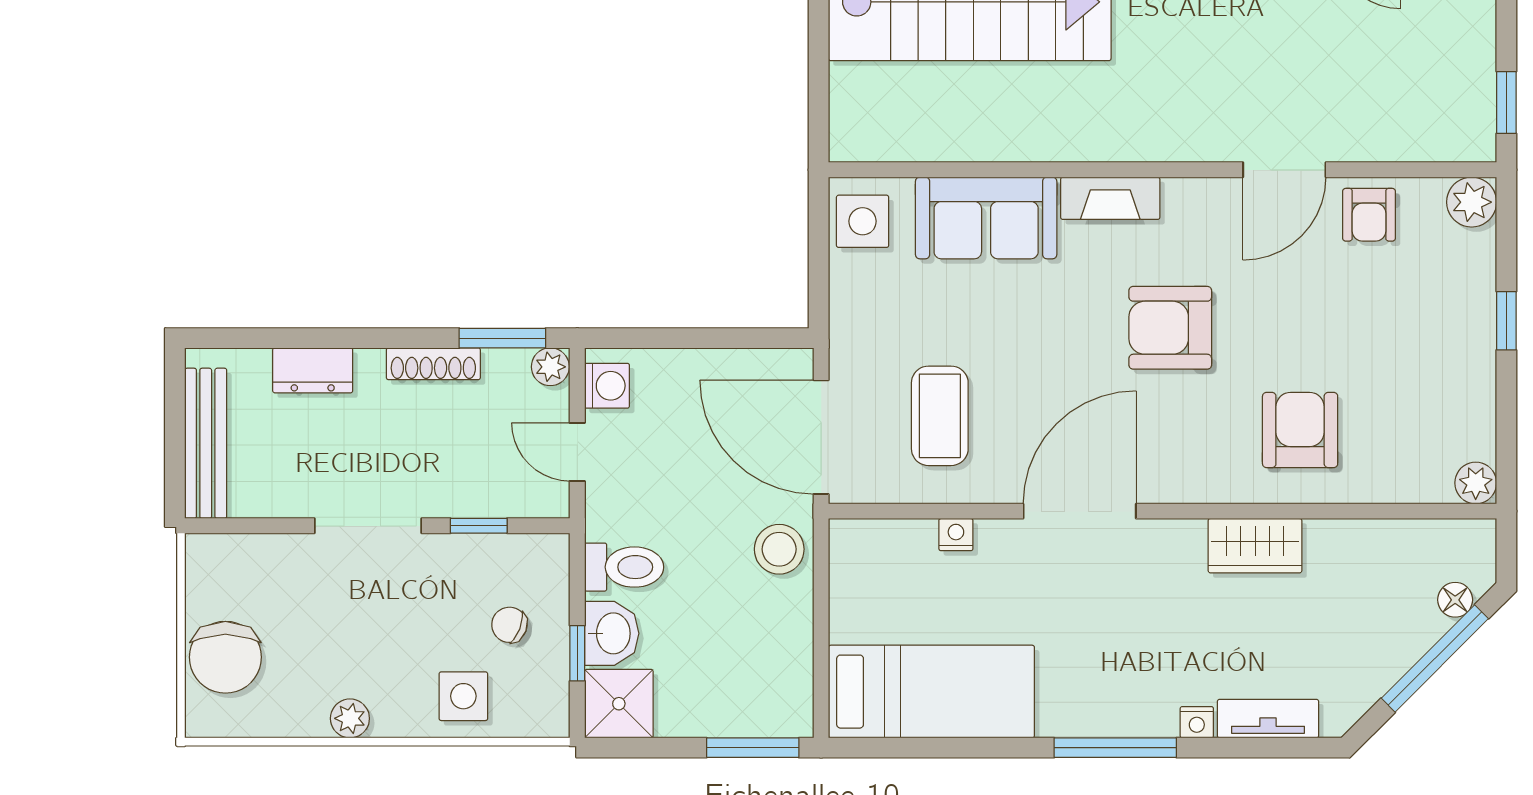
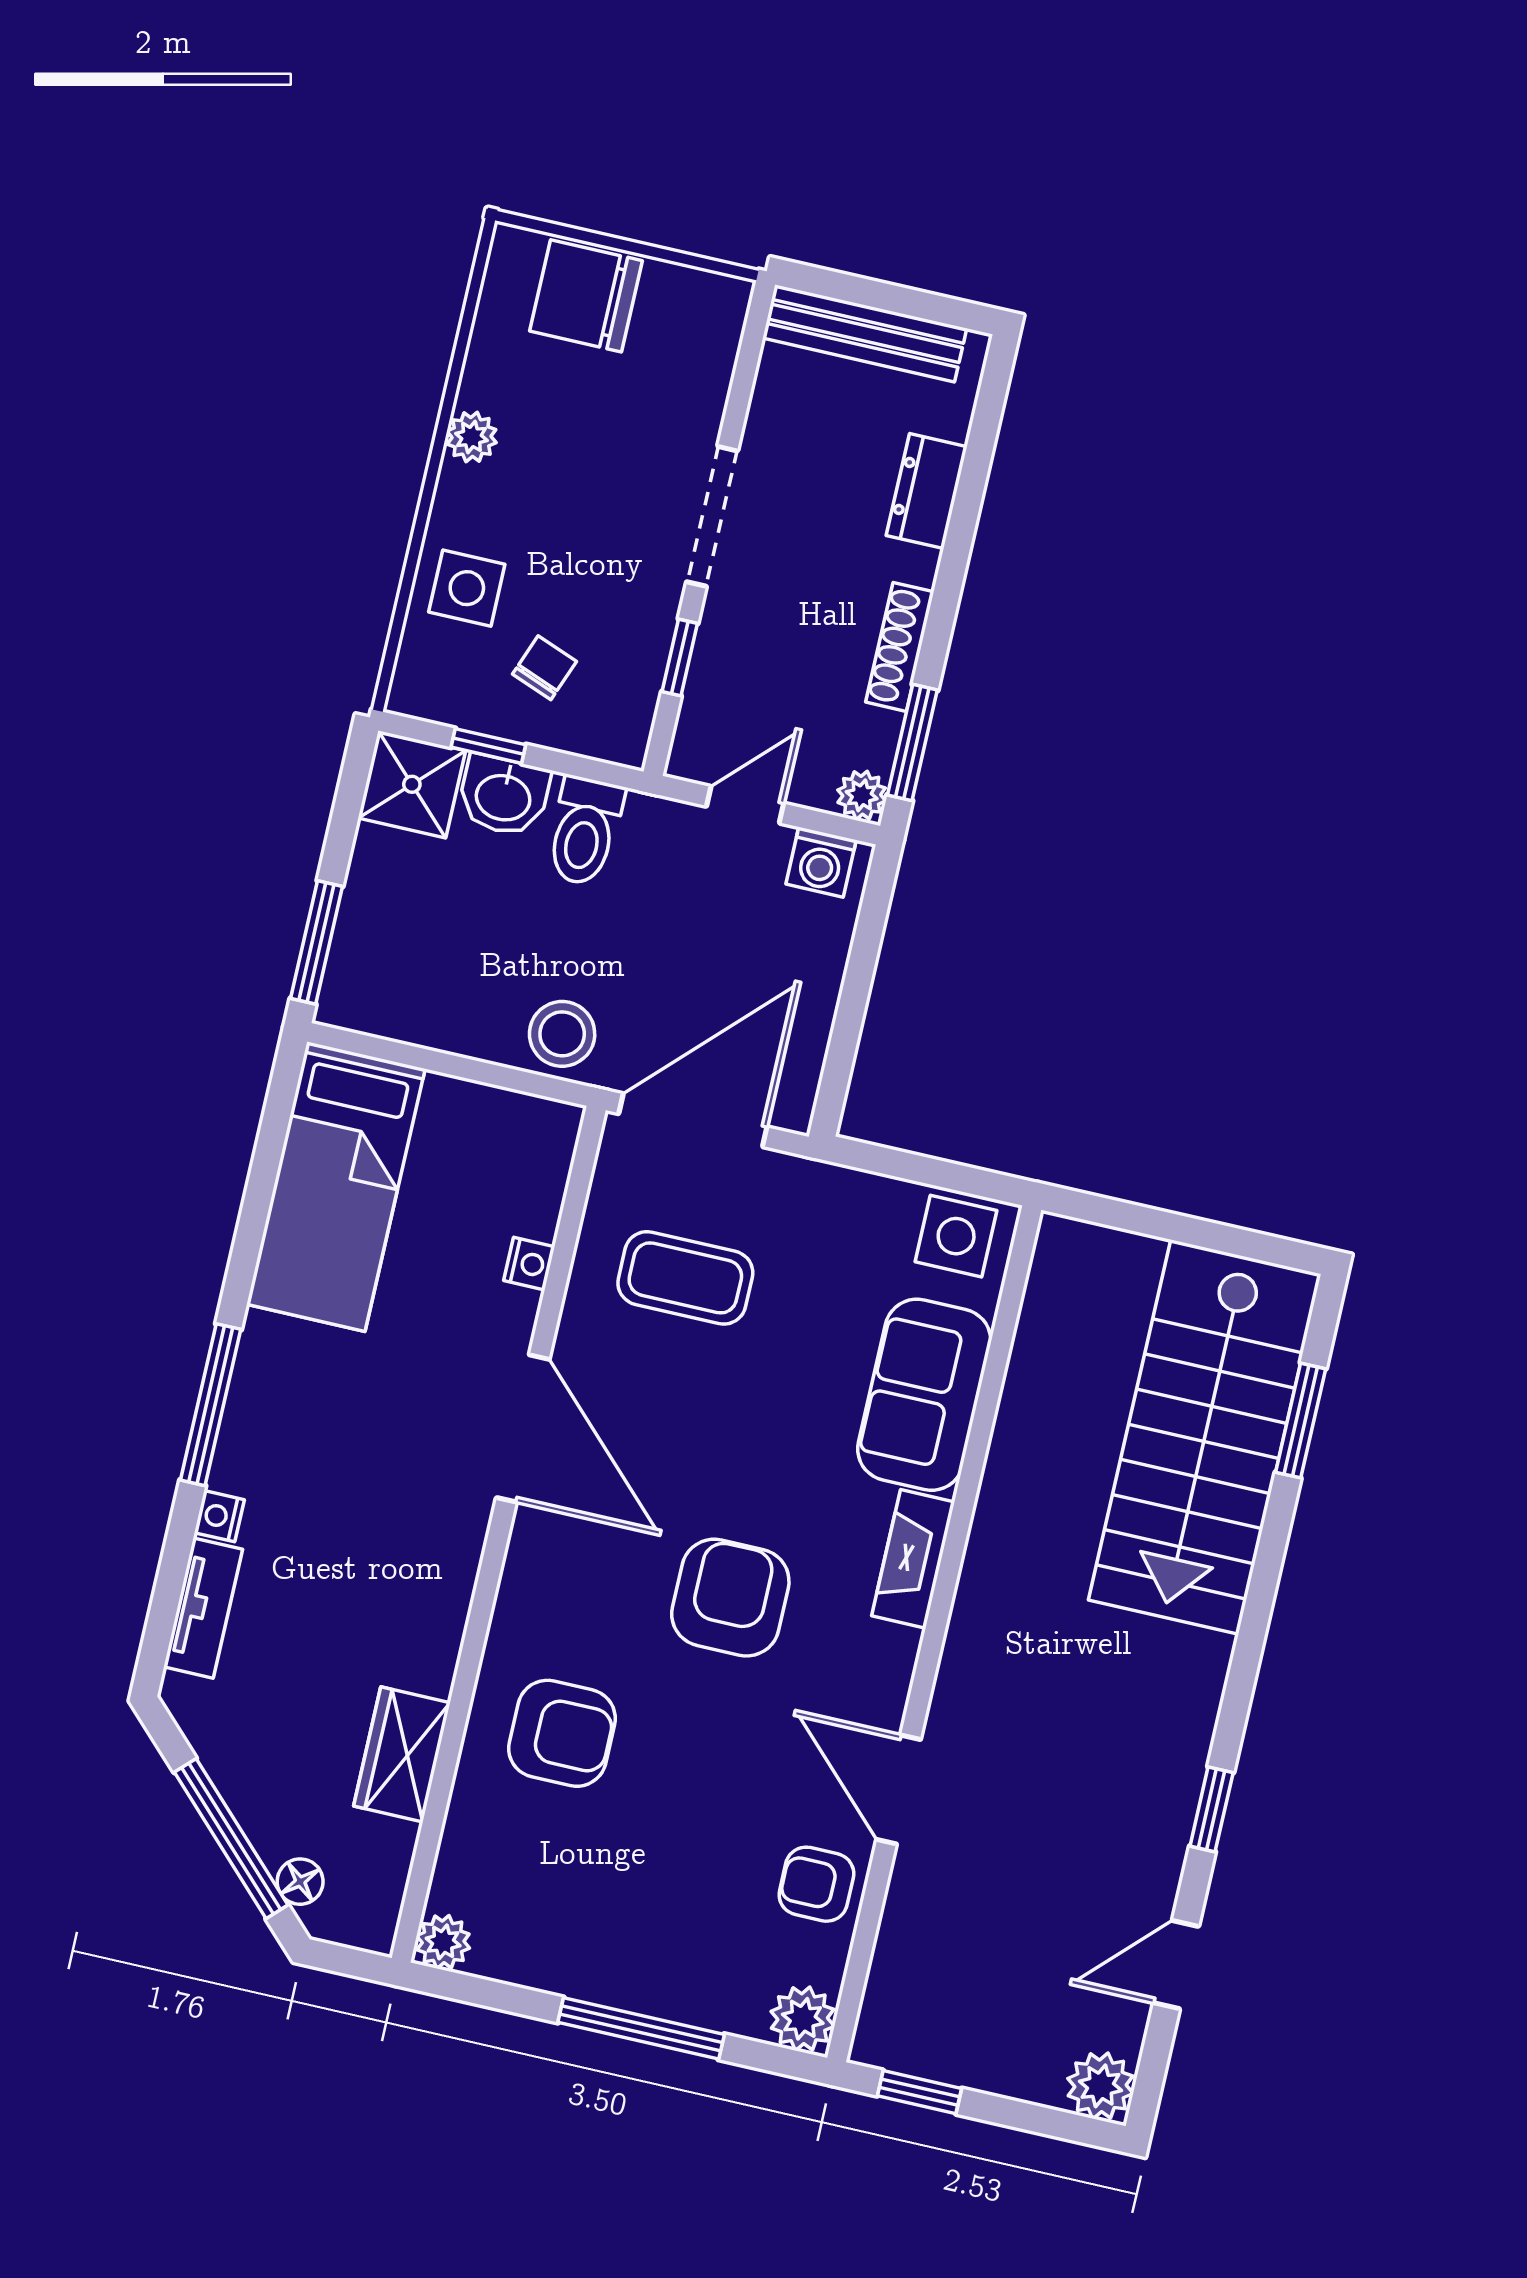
window: (1506, 321) -> (641, 2028), width x2.17
wardrobe: (1255, 546) -> (402, 1754), moved

